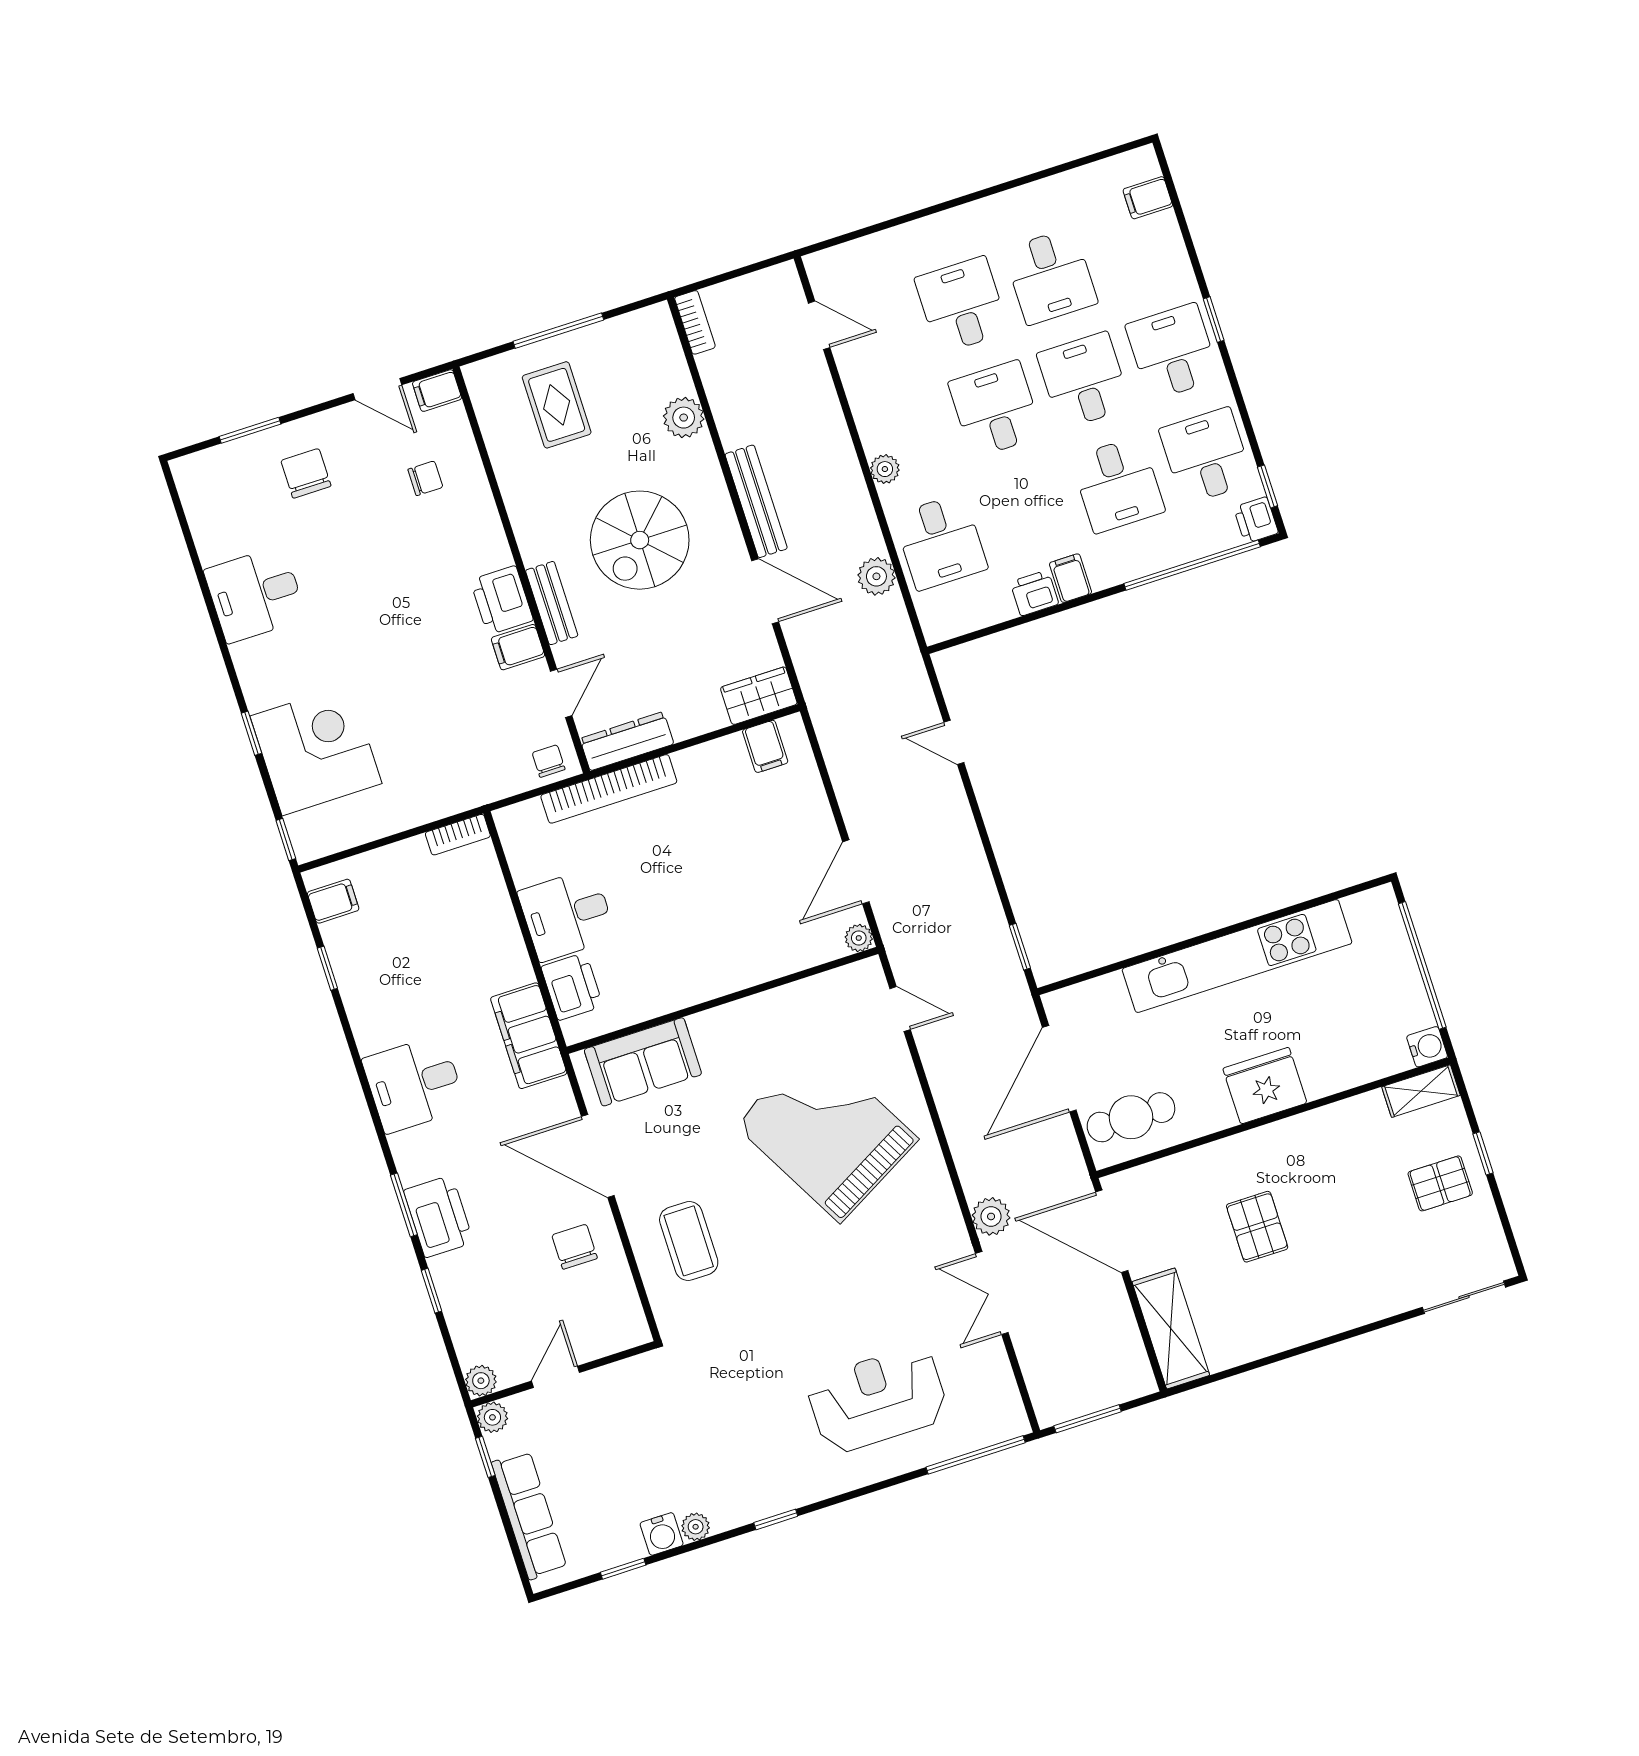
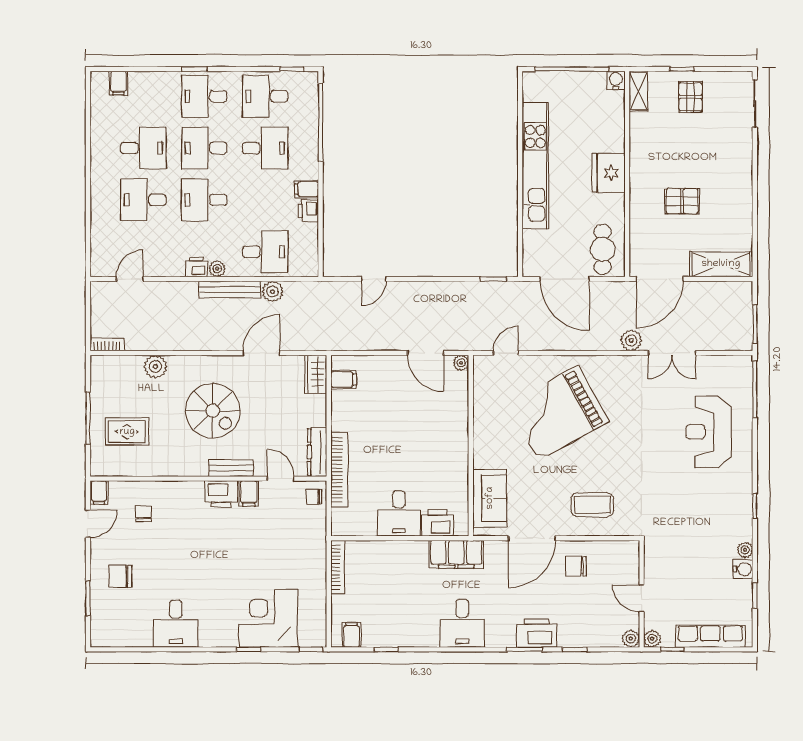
bench: (756, 501) -> (230, 290), moved
printer: (1256, 520) -> (196, 267), moved, turned 180
bookcase: (458, 835) -> (338, 567), width x1.56

